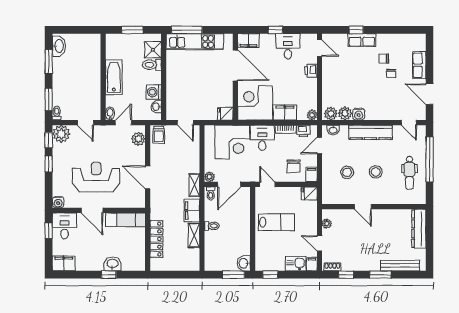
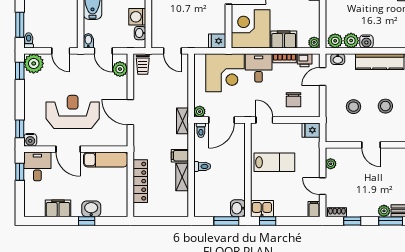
door: (123, 123) -> (103, 51), swing flipped
window: (49, 164) -> (20, 129), moved
filing cabinet: (311, 174) -> (314, 109), removed
filing cabinet: (192, 211) -> (180, 156), width x0.50
filing cabinet: (64, 263) -> (58, 208), moved
kitchen sink: (296, 264) -> (262, 209), moved
plant: (374, 266) -> (384, 211), added

